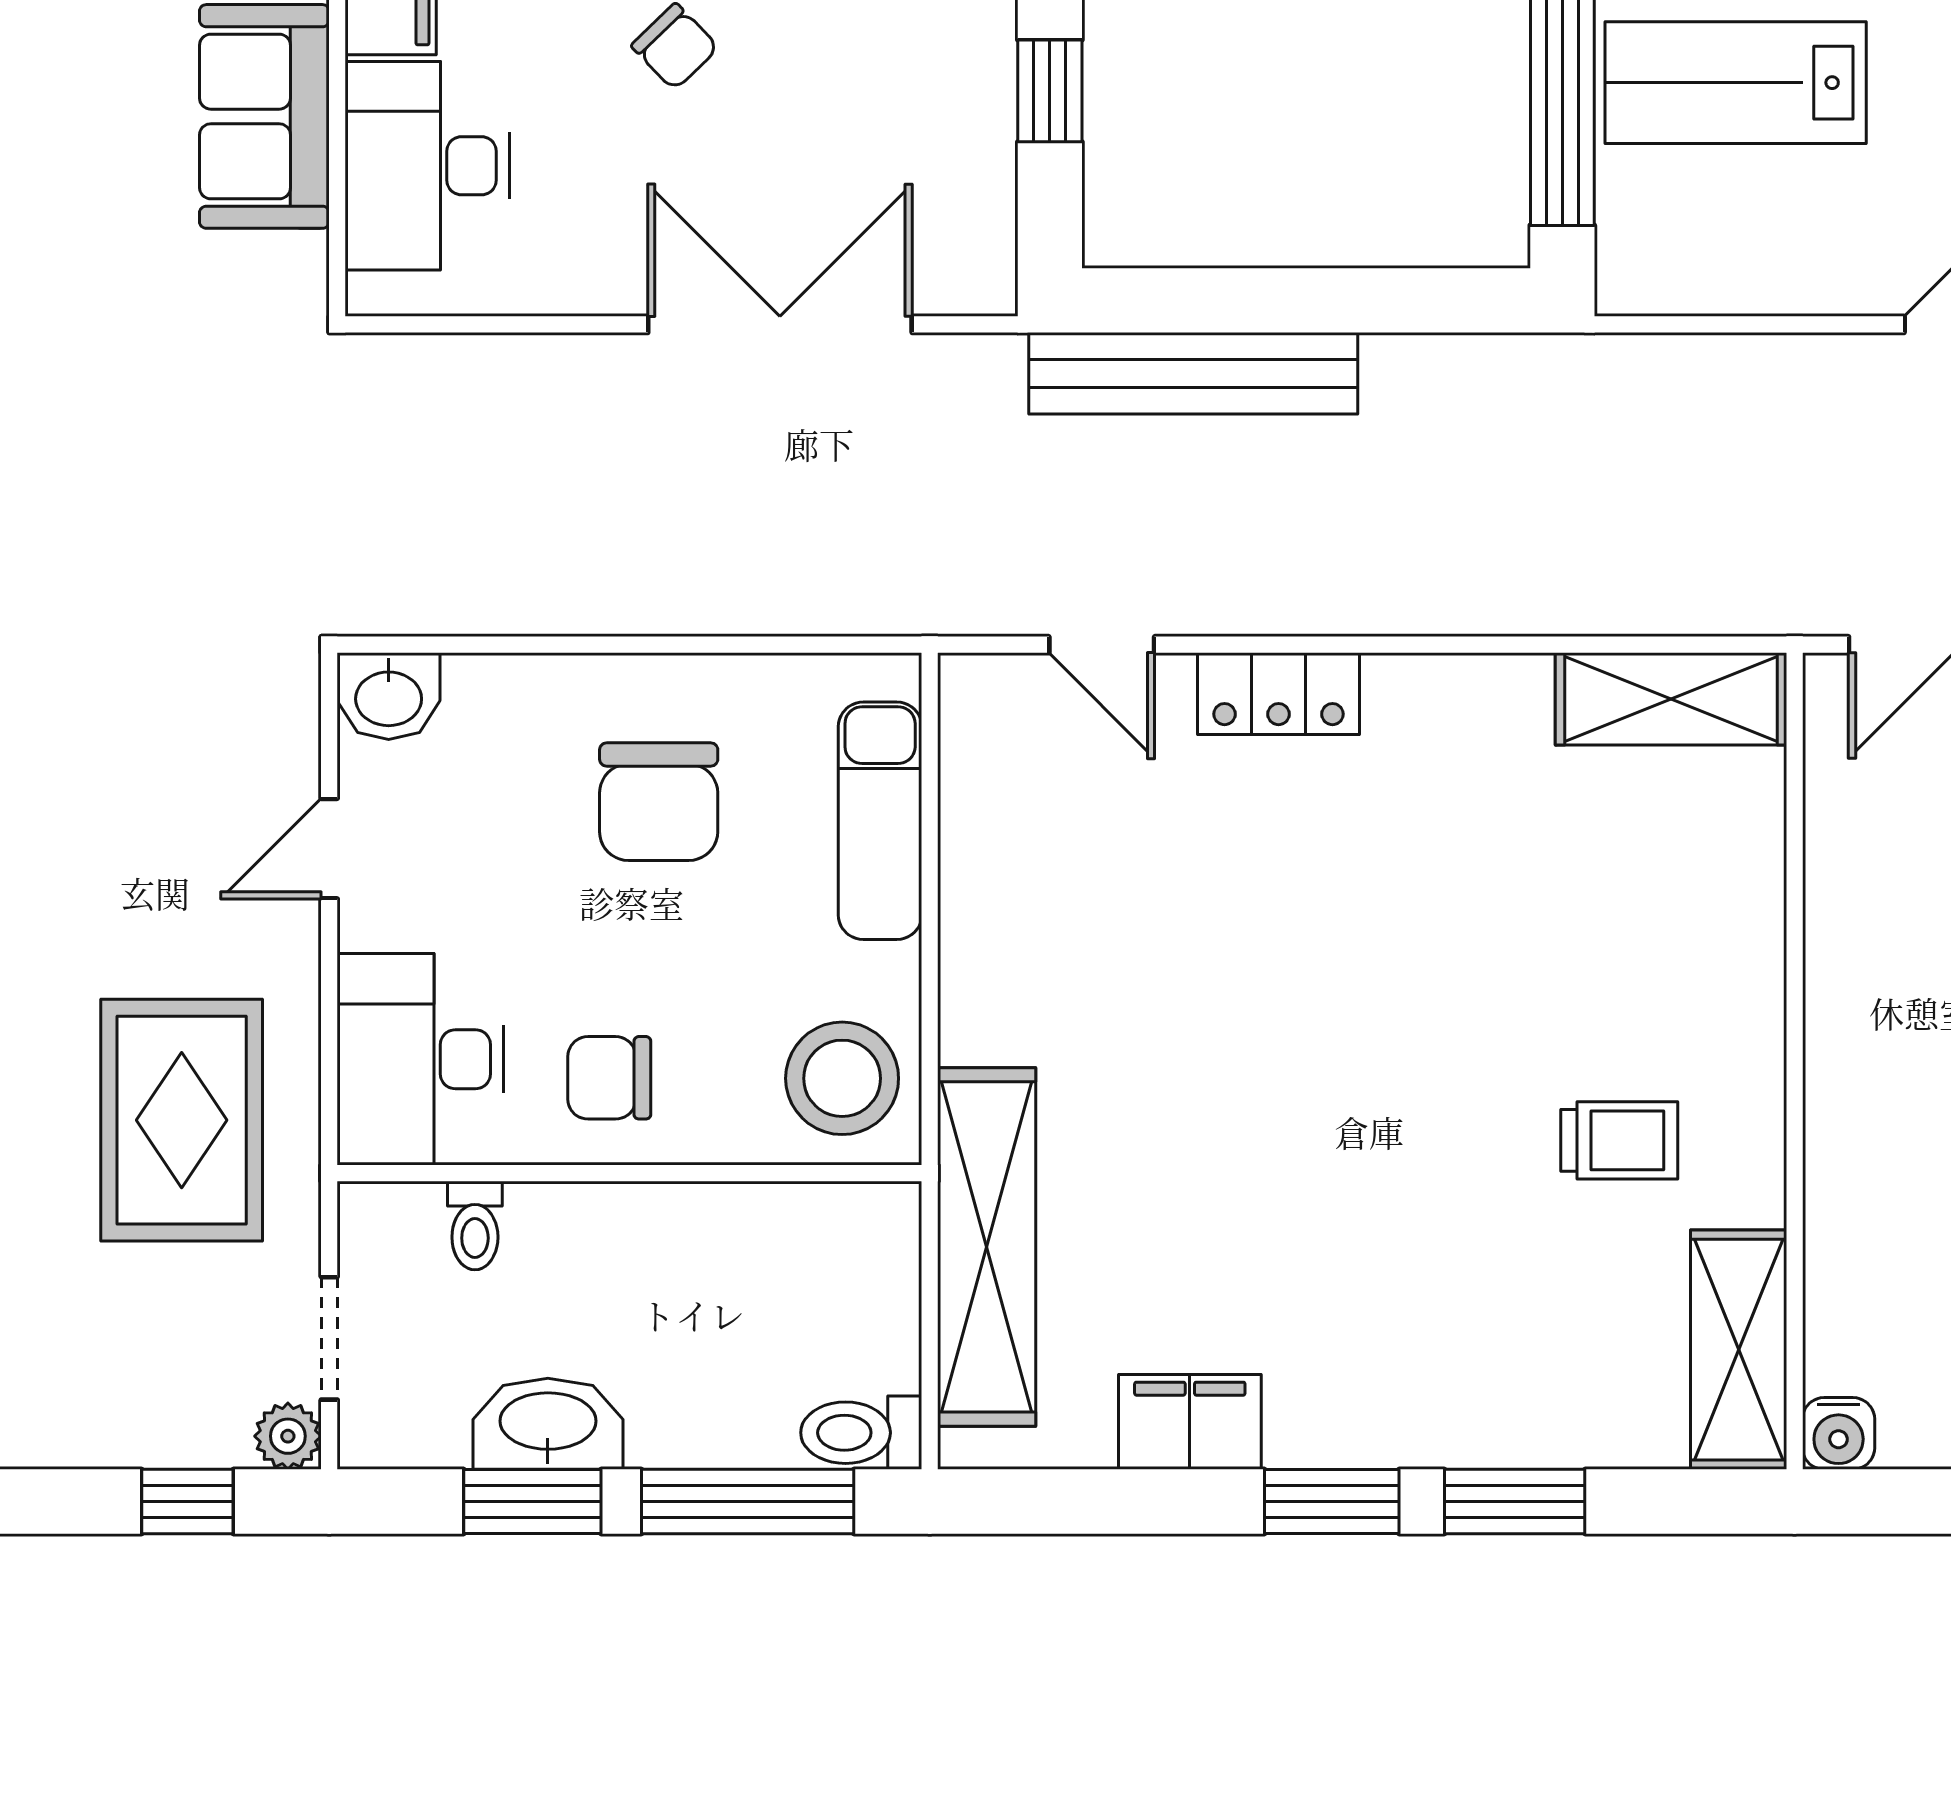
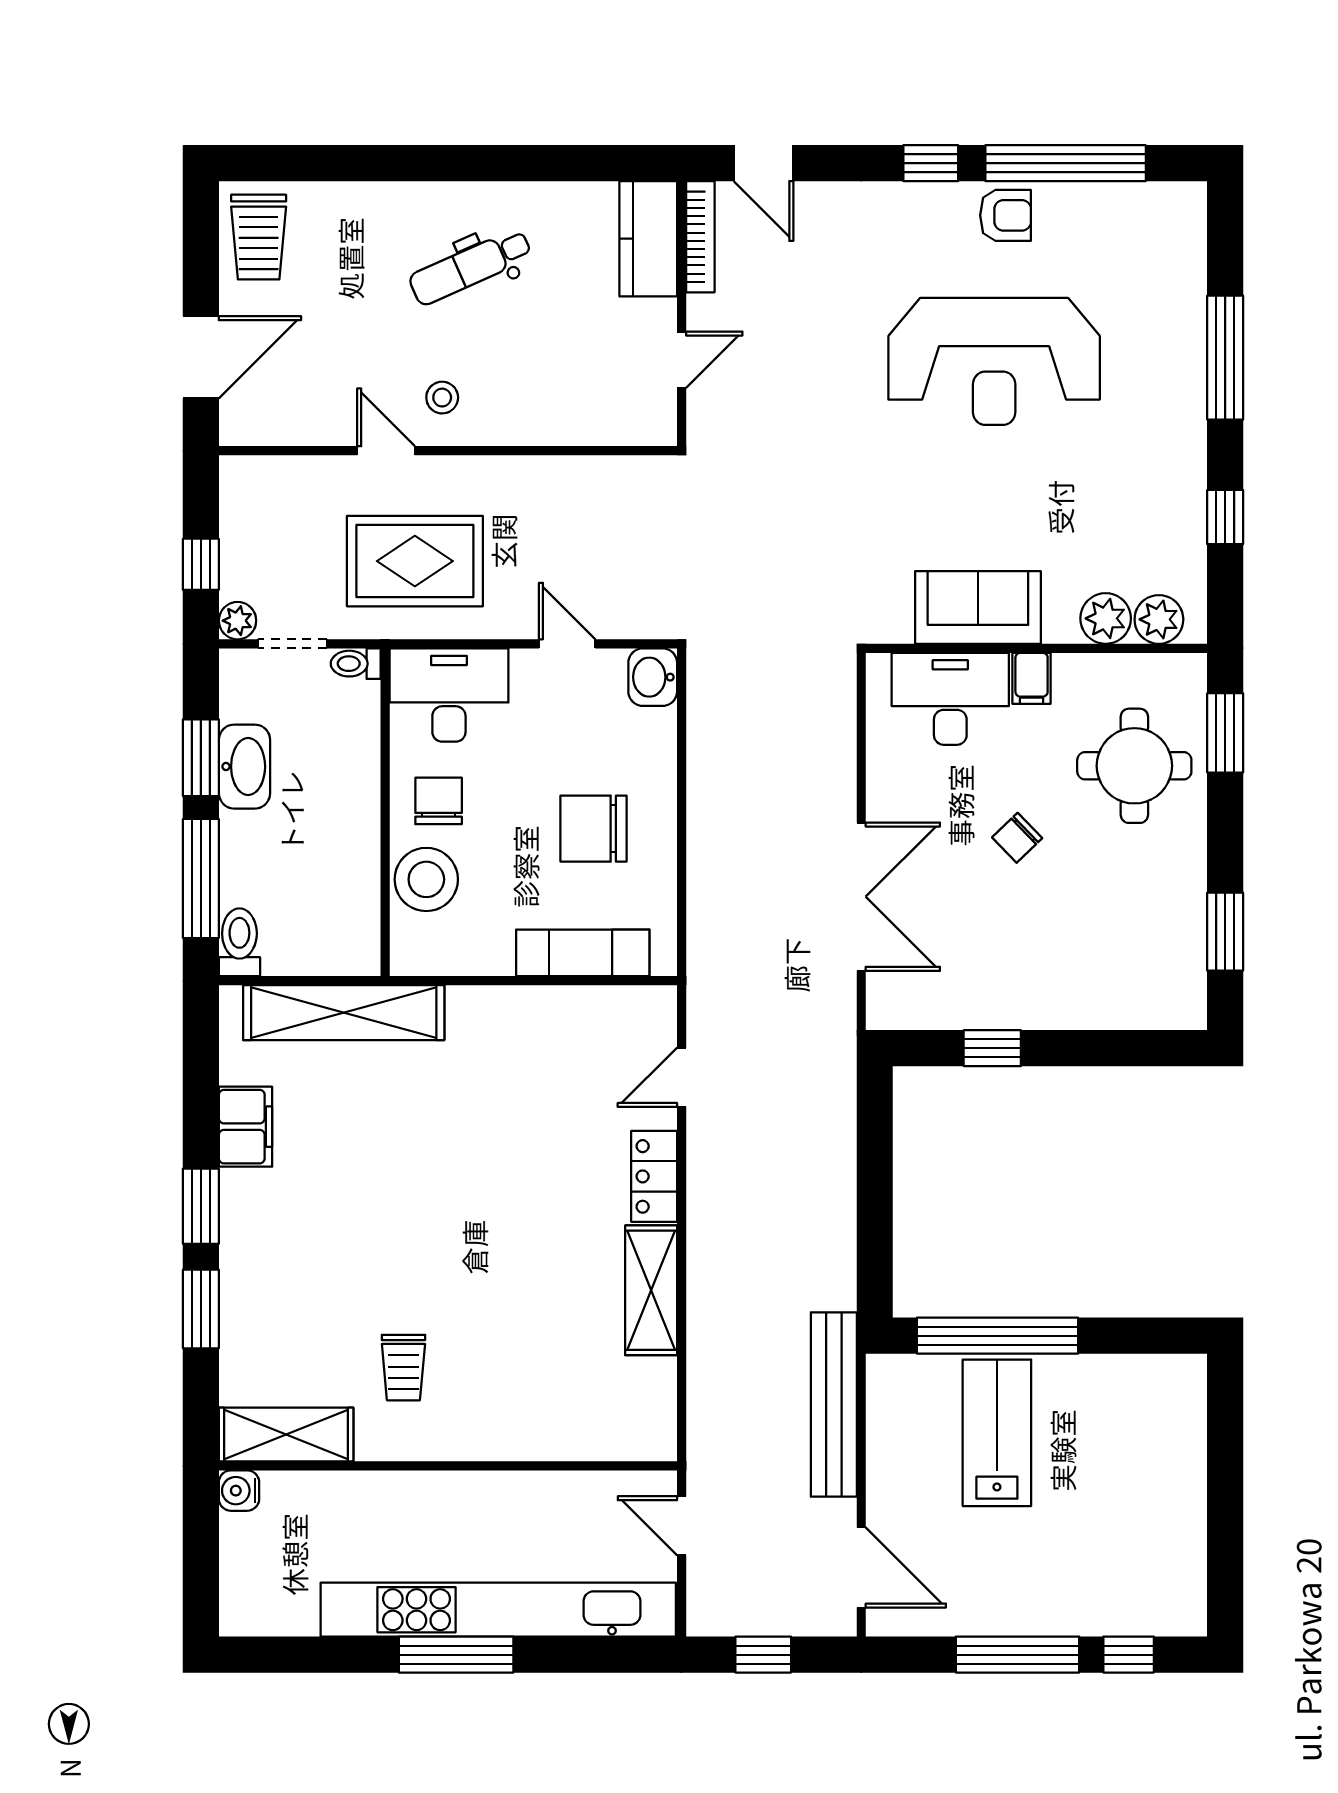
bench: (1193, 373) -> (834, 1404), moved
shelving: (1671, 699) -> (651, 1290), moved
stool: (842, 1078) -> (426, 879), moved
toilet: (475, 1226) -> (356, 664), moved

